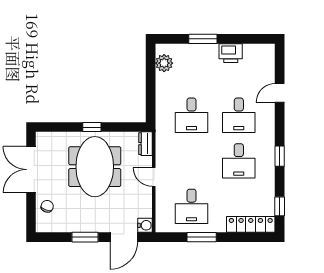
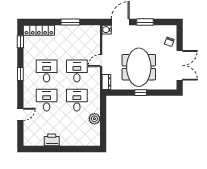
window: (203, 39) -> (70, 149), removed
plant: (164, 63) -> (94, 119), moved
door: (154, 177) -> (101, 61), swing flipped
desk: (191, 206) -> (77, 71), moved

